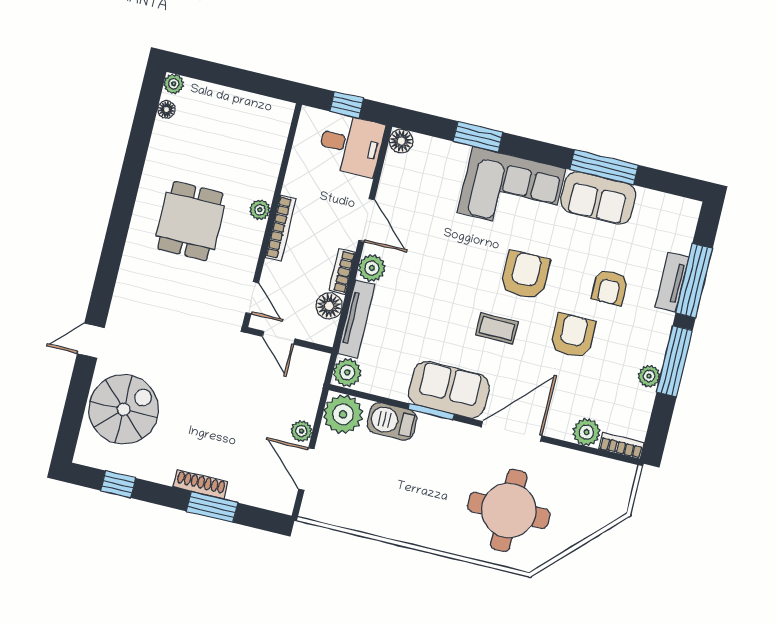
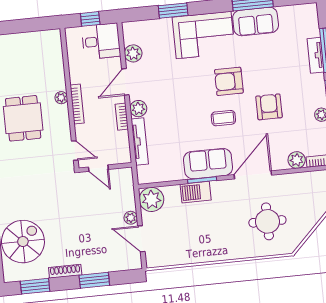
floor lamp: (401, 141) -> (129, 29), removed
door: (367, 220) -> (125, 82), swing flipped
armchair: (525, 275) -> (229, 81), turned -90
armchair: (610, 287) -> (280, 71), removed
floor lamp: (329, 306) -> (121, 139), removed
plant: (347, 372) -> (133, 53), moved
barbecue: (392, 421) -> (196, 192), moved
window: (118, 484) -> (35, 286), width x1.50
shoe rack: (201, 484) -> (65, 271), moved
round table: (509, 510) -> (267, 221), width x0.73, depth x0.73

